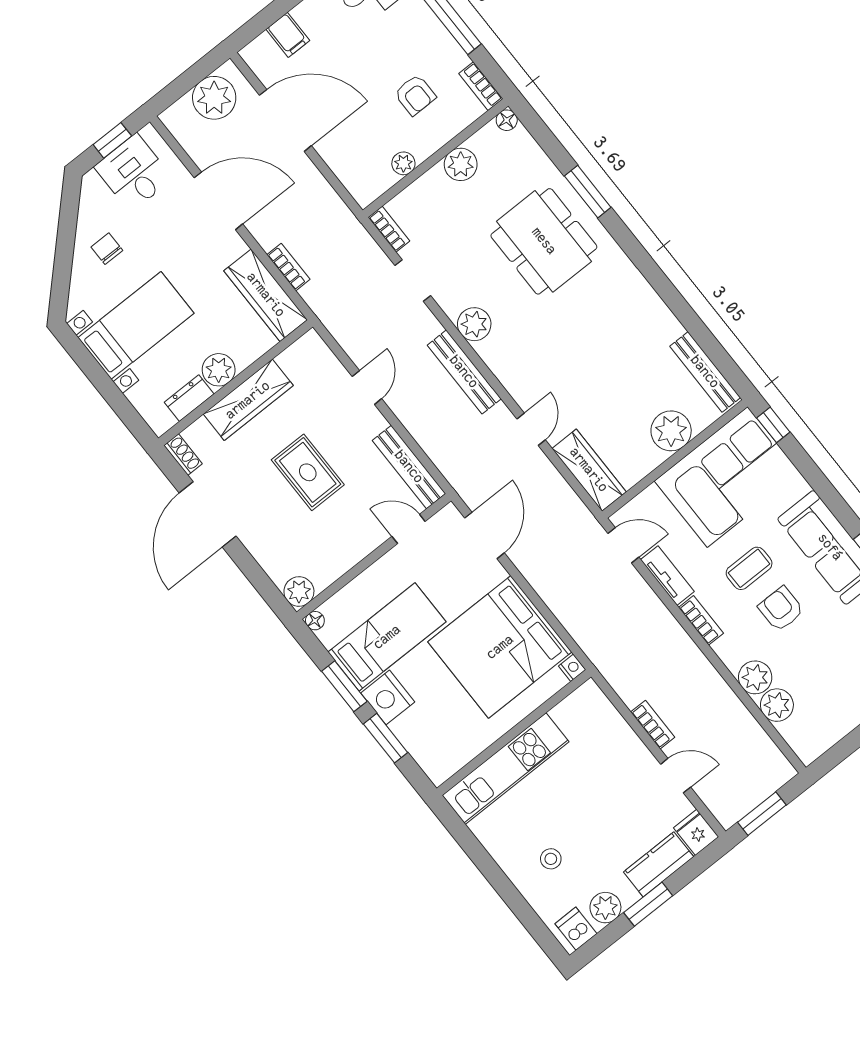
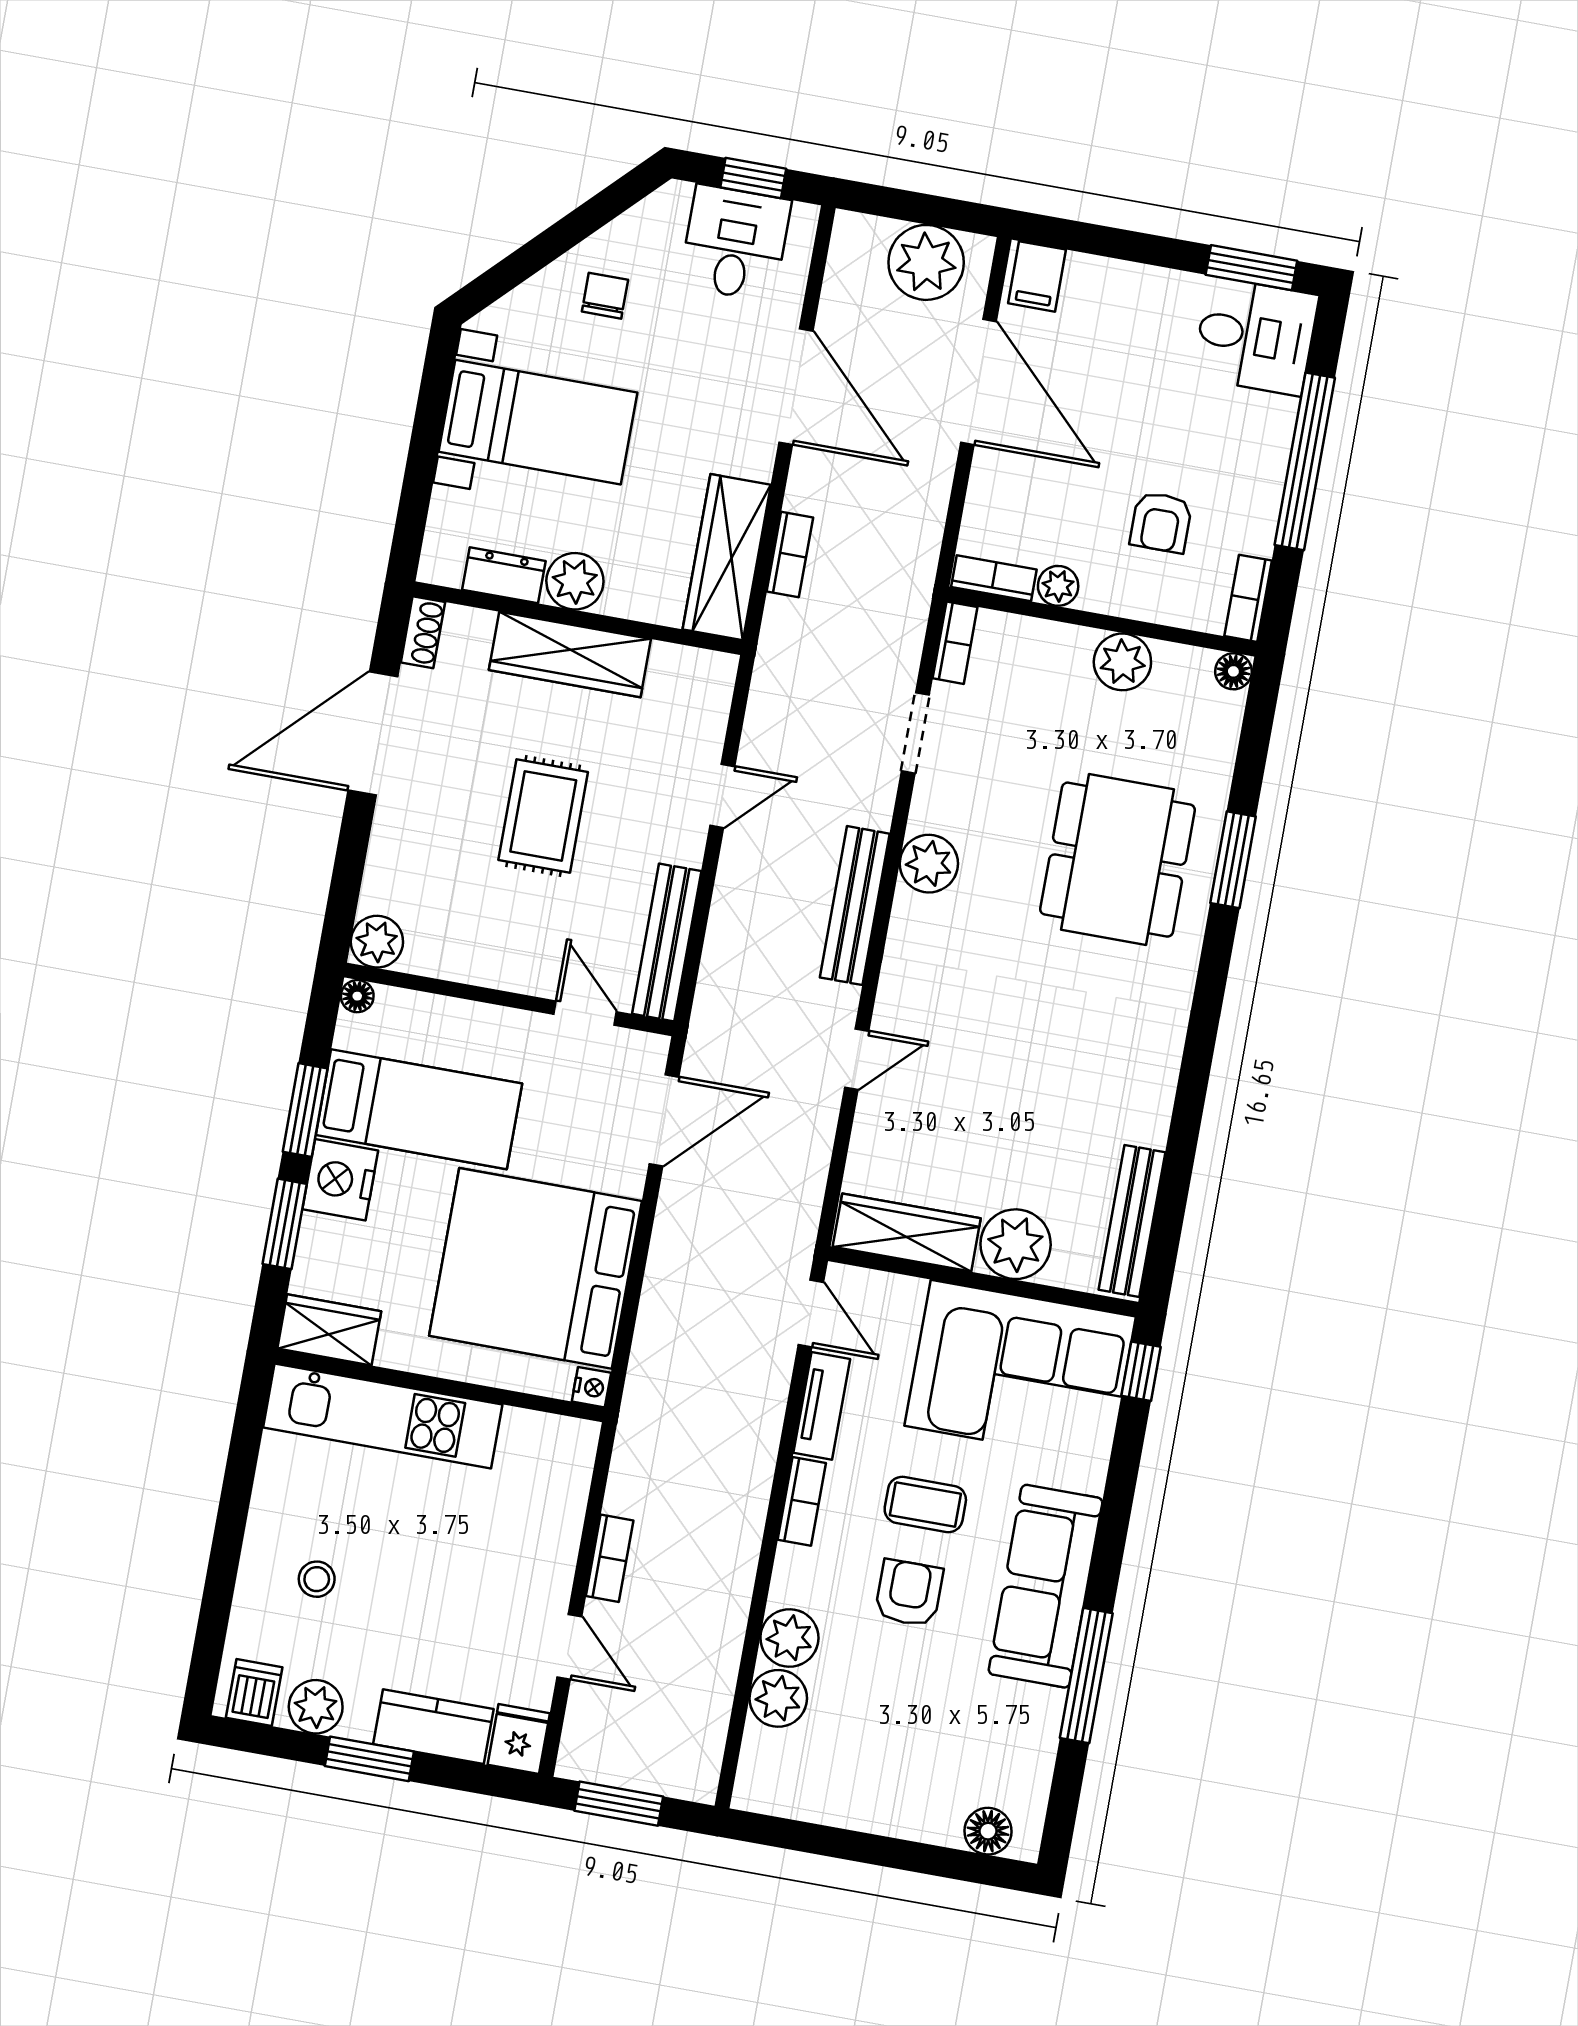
filing cabinet: (288, 35) -> (1037, 276), moved
bookcase: (376, 188) -> (994, 578), added
wardrobe: (589, 470) -> (907, 1233), moved, turned -90
wardrobe: (448, 759) -> (329, 1330), added

